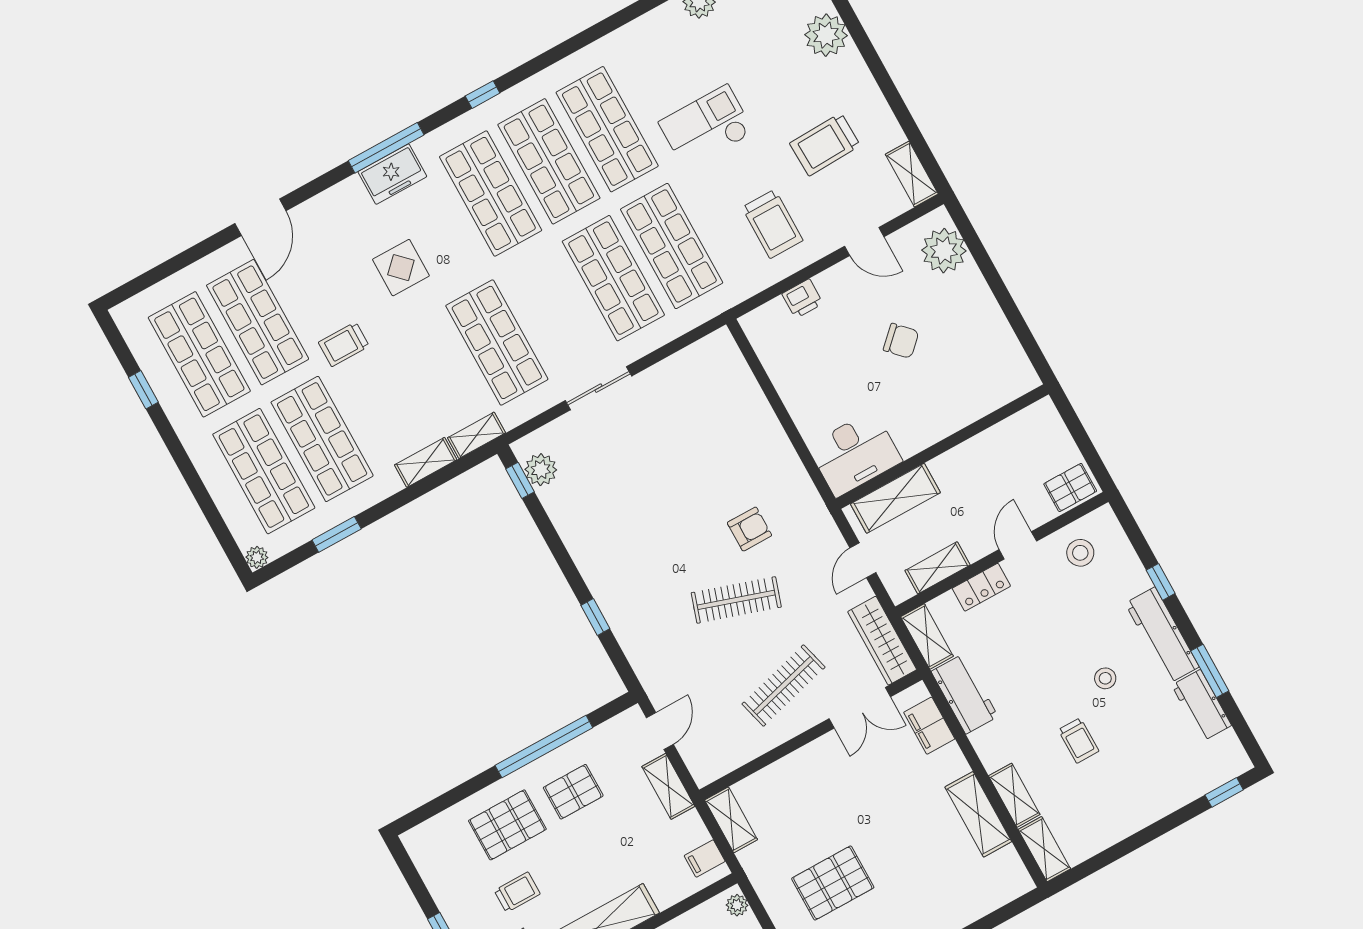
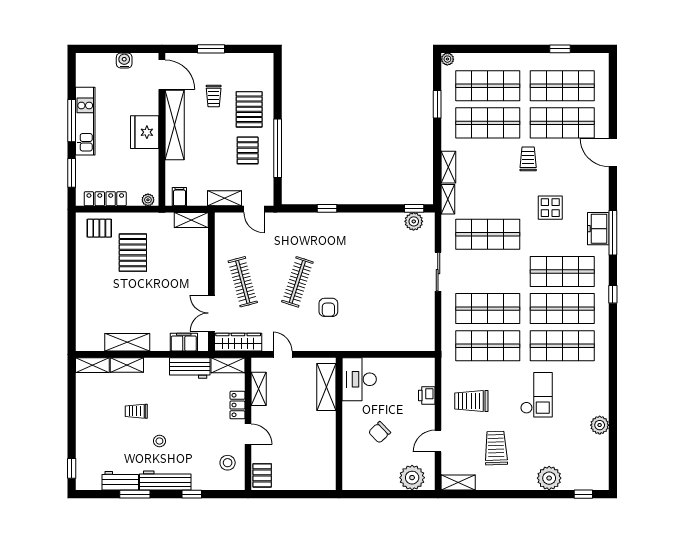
wall: (942, 447) -> (339, 424), moved
desk: (855, 454) -> (359, 379), moved
shelving: (895, 498) -> (326, 387), moved

